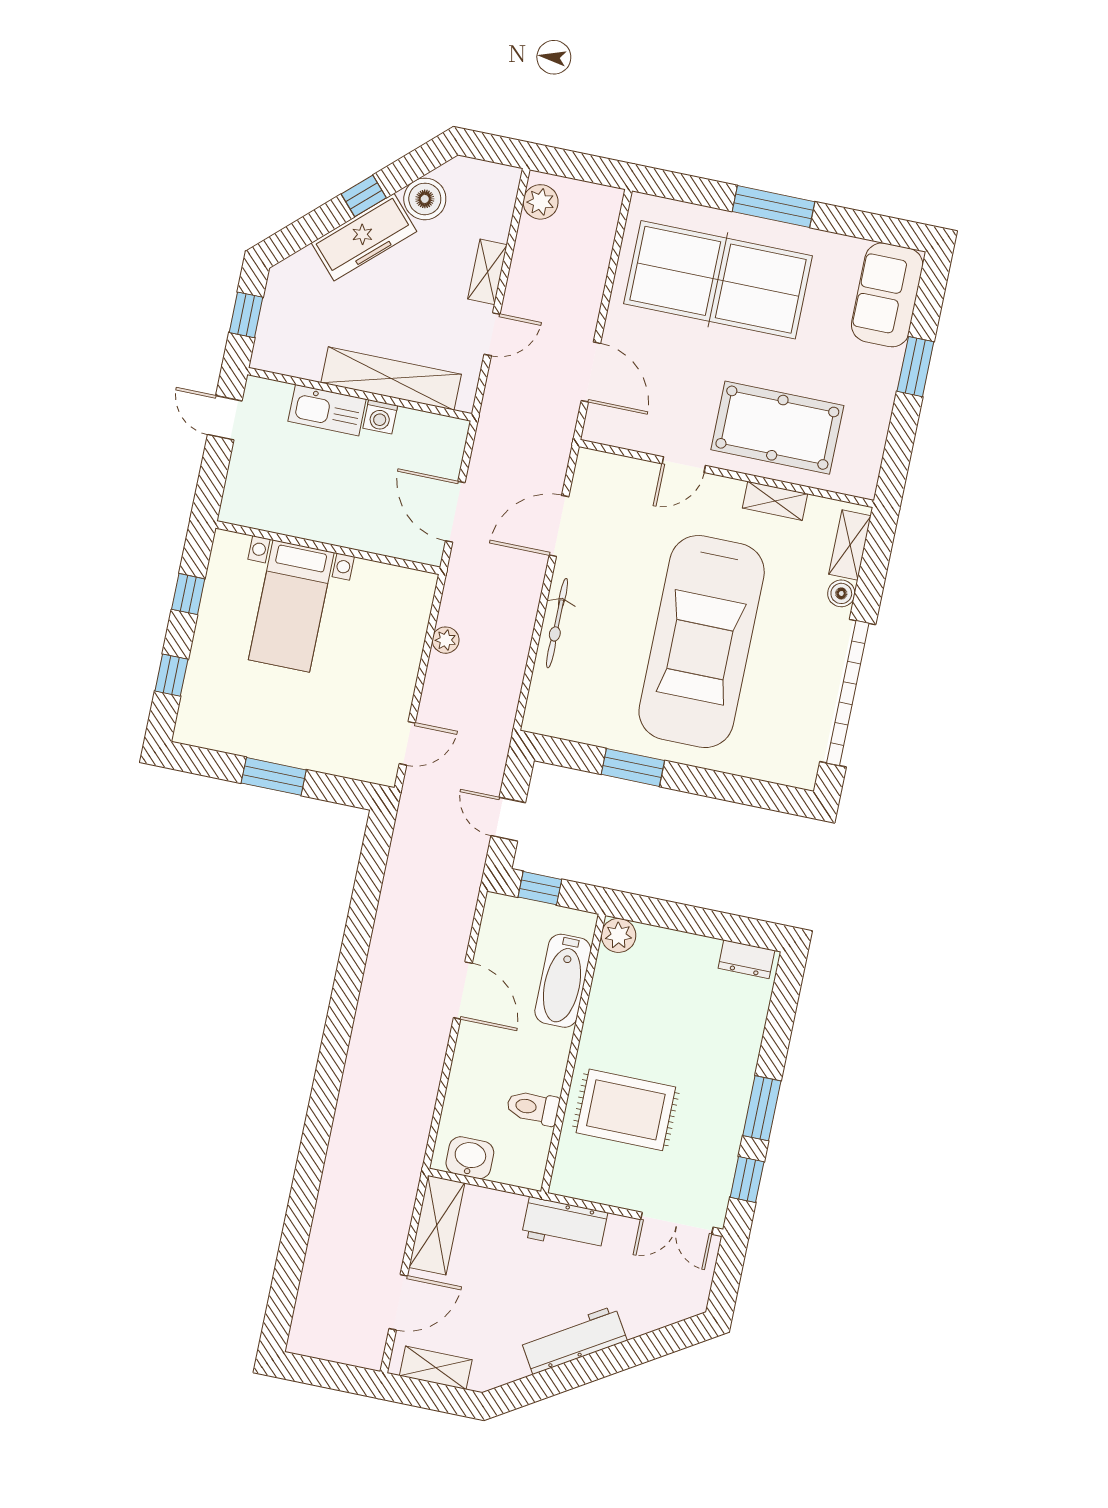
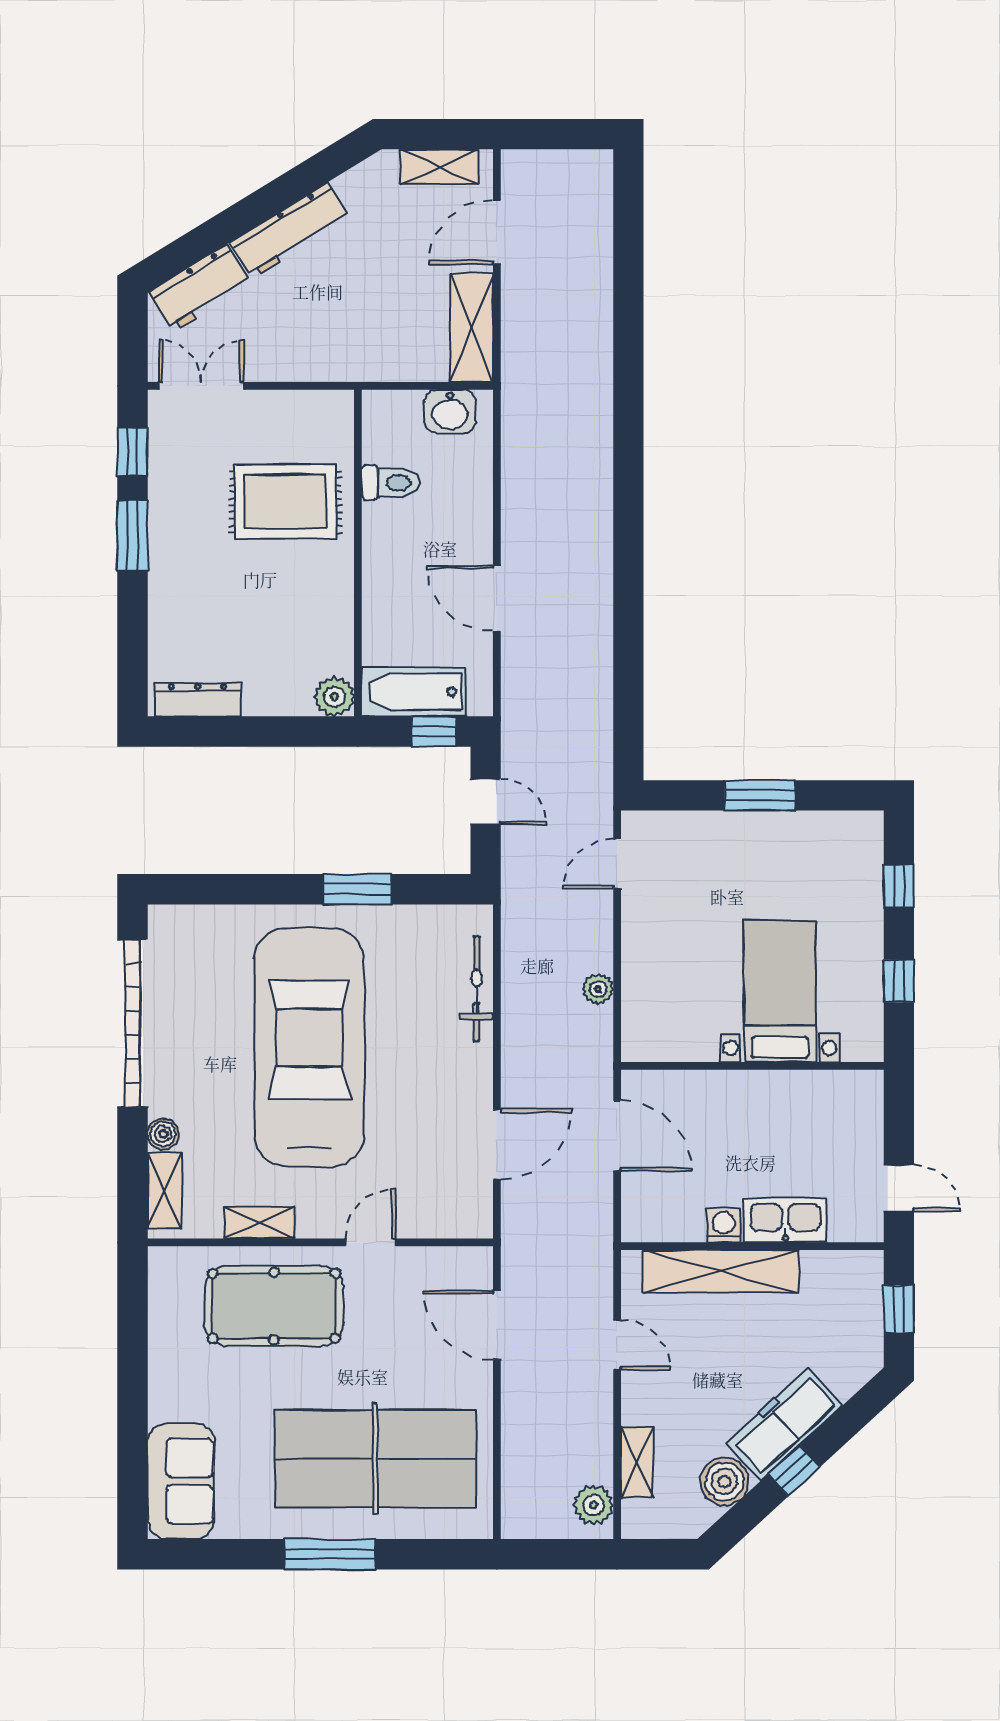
shelving: (487, 272) -> (637, 1462), moved
door: (492, 334) -> (617, 1345), swing flipped
window: (915, 367) -> (133, 1407), removed
bicycle: (557, 623) -> (476, 989), moved
dresser: (746, 959) -> (198, 700), width x1.44
bathtub: (563, 981) -> (414, 692), moved, turned -90
workbench: (565, 1224) -> (200, 288), moved, turned 149

